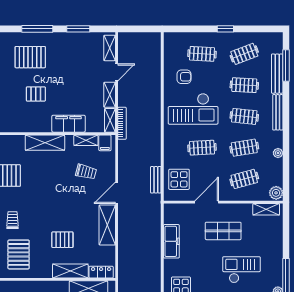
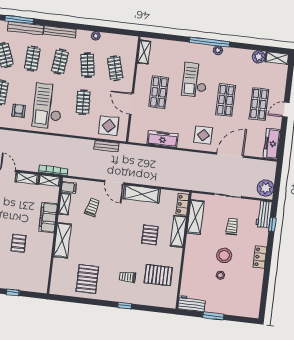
checkout: (193, 109) -> (48, 106), turned 180
plant: (276, 193) -> (131, 42), removed

